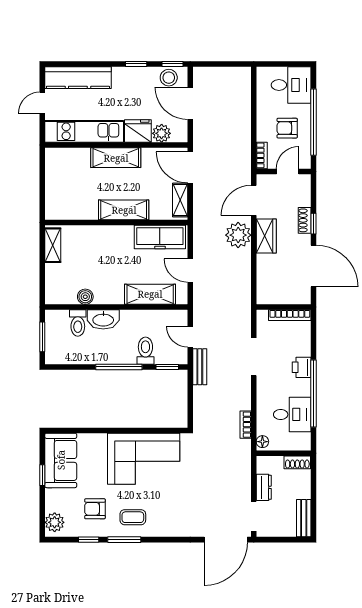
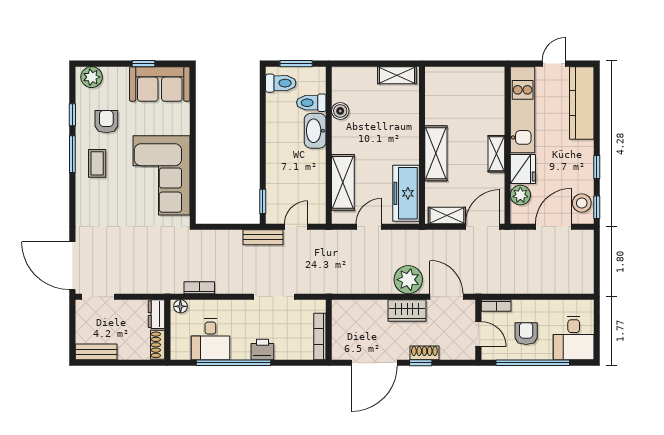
door: (42, 103) -> (554, 64), hinge flipped
shelving: (116, 158) -> (496, 154), width x0.67, depth x0.75
toilet: (145, 351) -> (281, 83), moved
window: (119, 367) -> (263, 148), removed
dresser: (264, 487) -> (156, 314), moved, turned 90

